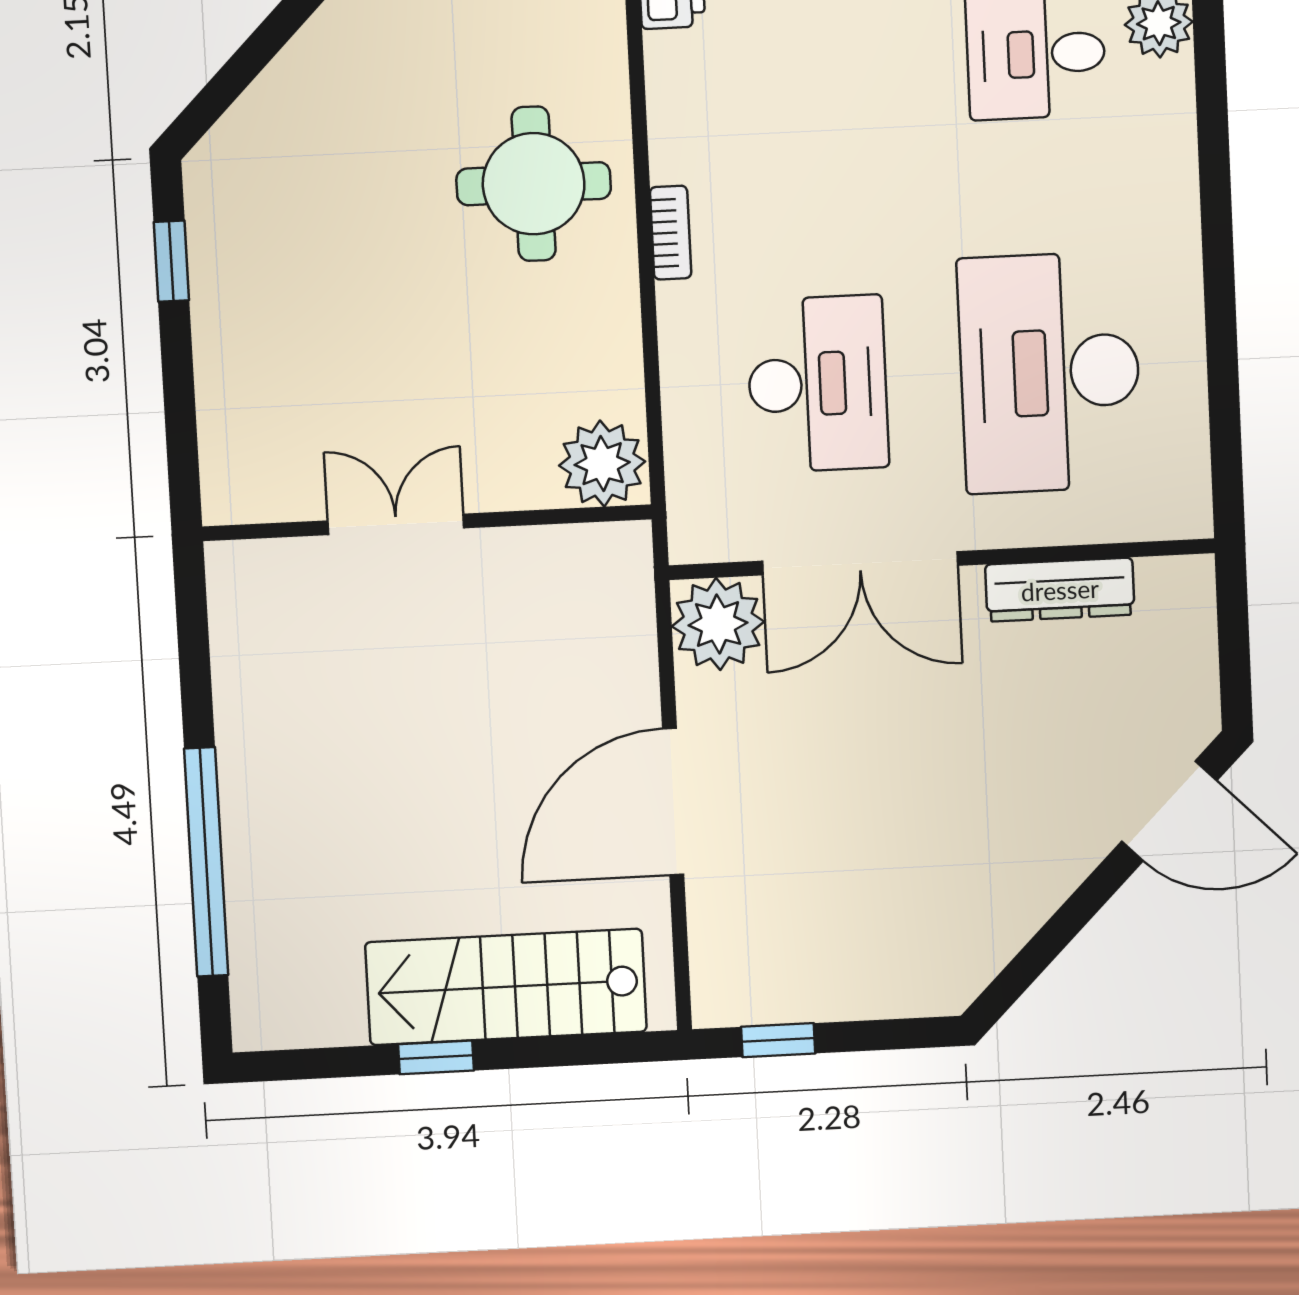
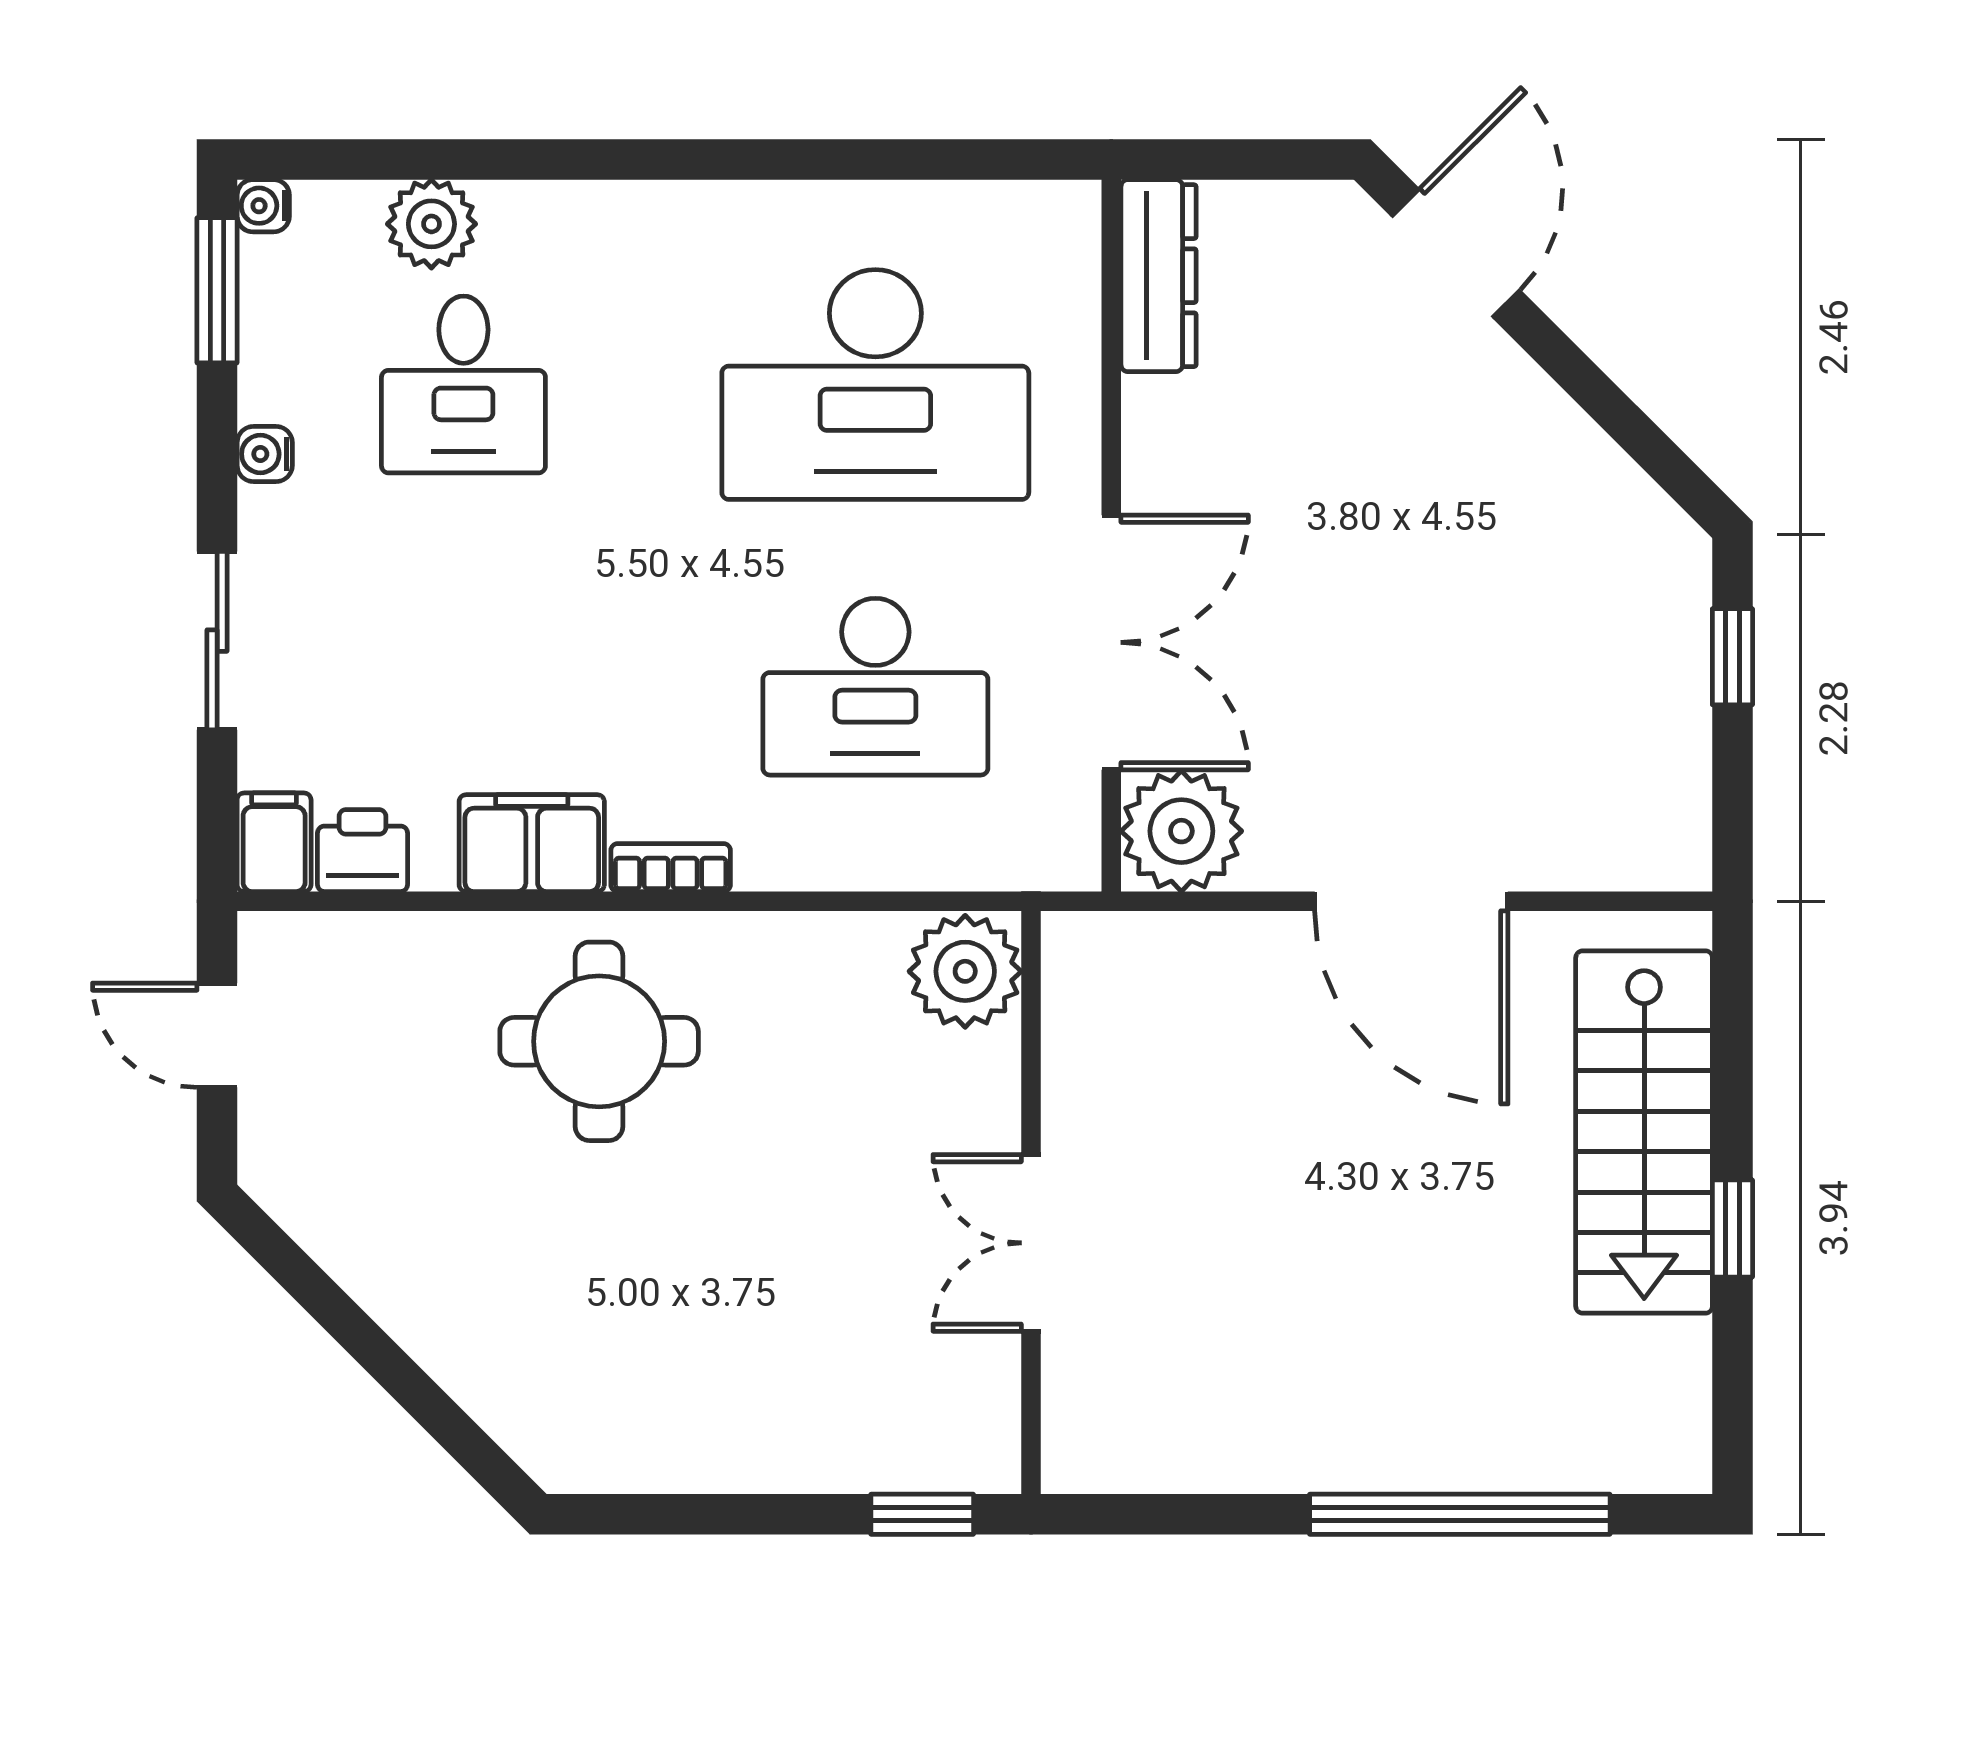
filing cabinet: (684, 124) -> (532, 843), added
window: (171, 261) -> (922, 1514), moved
desk: (818, 384) -> (875, 687), turned 180
dresser: (1060, 590) -> (1159, 276), moved
window: (778, 1040) -> (1732, 657), moved

